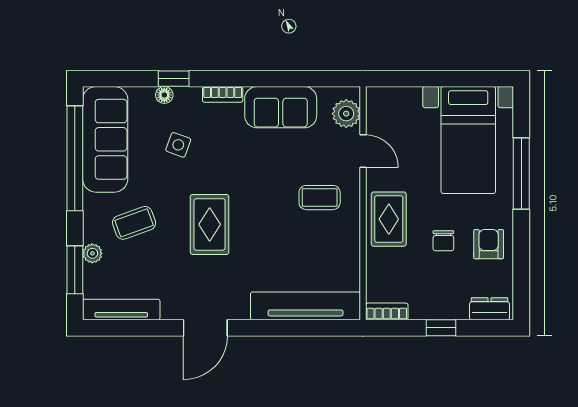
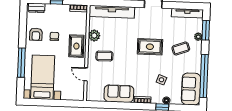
plant: (346, 114) -> (94, 35), moved
sofa: (105, 139) -> (191, 89), width x0.73
rug: (210, 224) -> (150, 47), turned 90

